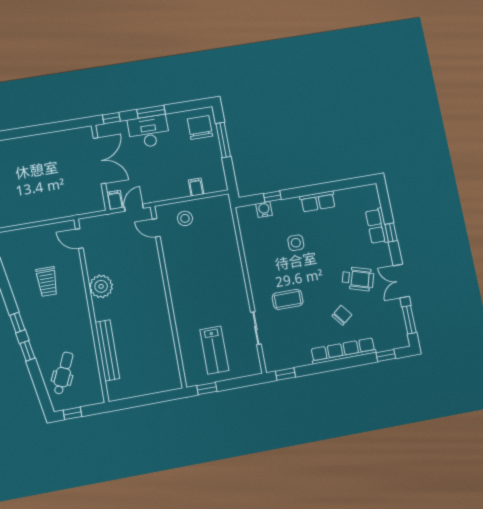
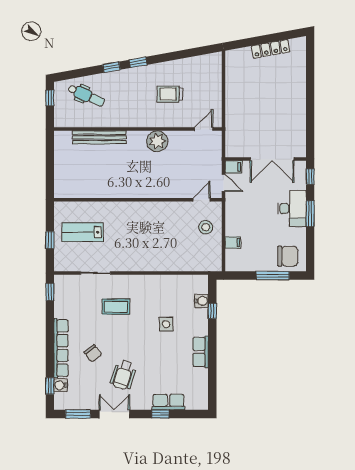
coffee table: (288, 299) -> (116, 307), turned 90
water cooler: (383, 344) -> (60, 385), added
window: (207, 389) -> (50, 240), moved

